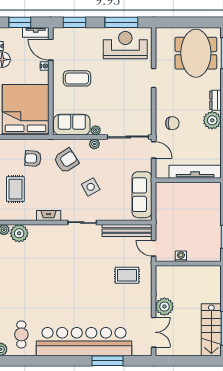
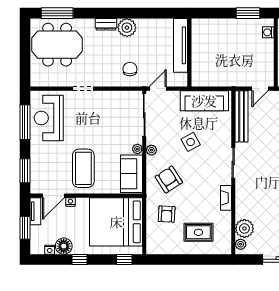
coffee table: (77, 78) -> (83, 168), width x1.36, depth x1.32
side table: (91, 187) -> (191, 142), moved
washing machine: (181, 256) -> (268, 32), moved

